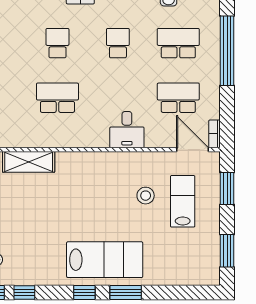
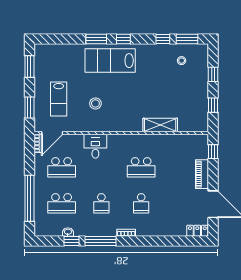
door: (193, 150) -> (52, 133), hinge flipped
stool: (146, 196) -> (95, 103), moved

